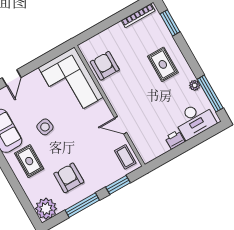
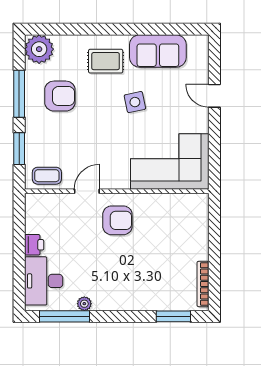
rug: (163, 64) -> (130, 281), removed
armchair: (105, 66) -> (117, 220), moved

